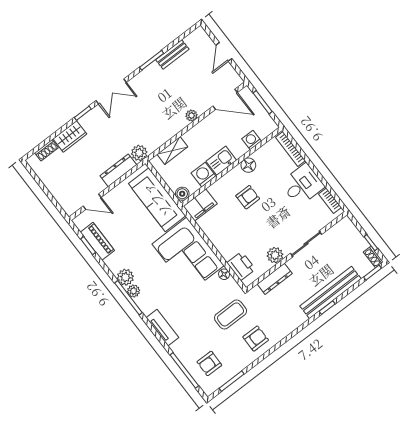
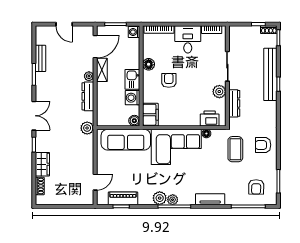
washing machine: (252, 140) -> (134, 32), moved
shelving: (172, 151) -> (102, 70), moved
dresser: (118, 170) -> (88, 96), moved
armchair: (256, 339) -> (263, 145), turned -90

